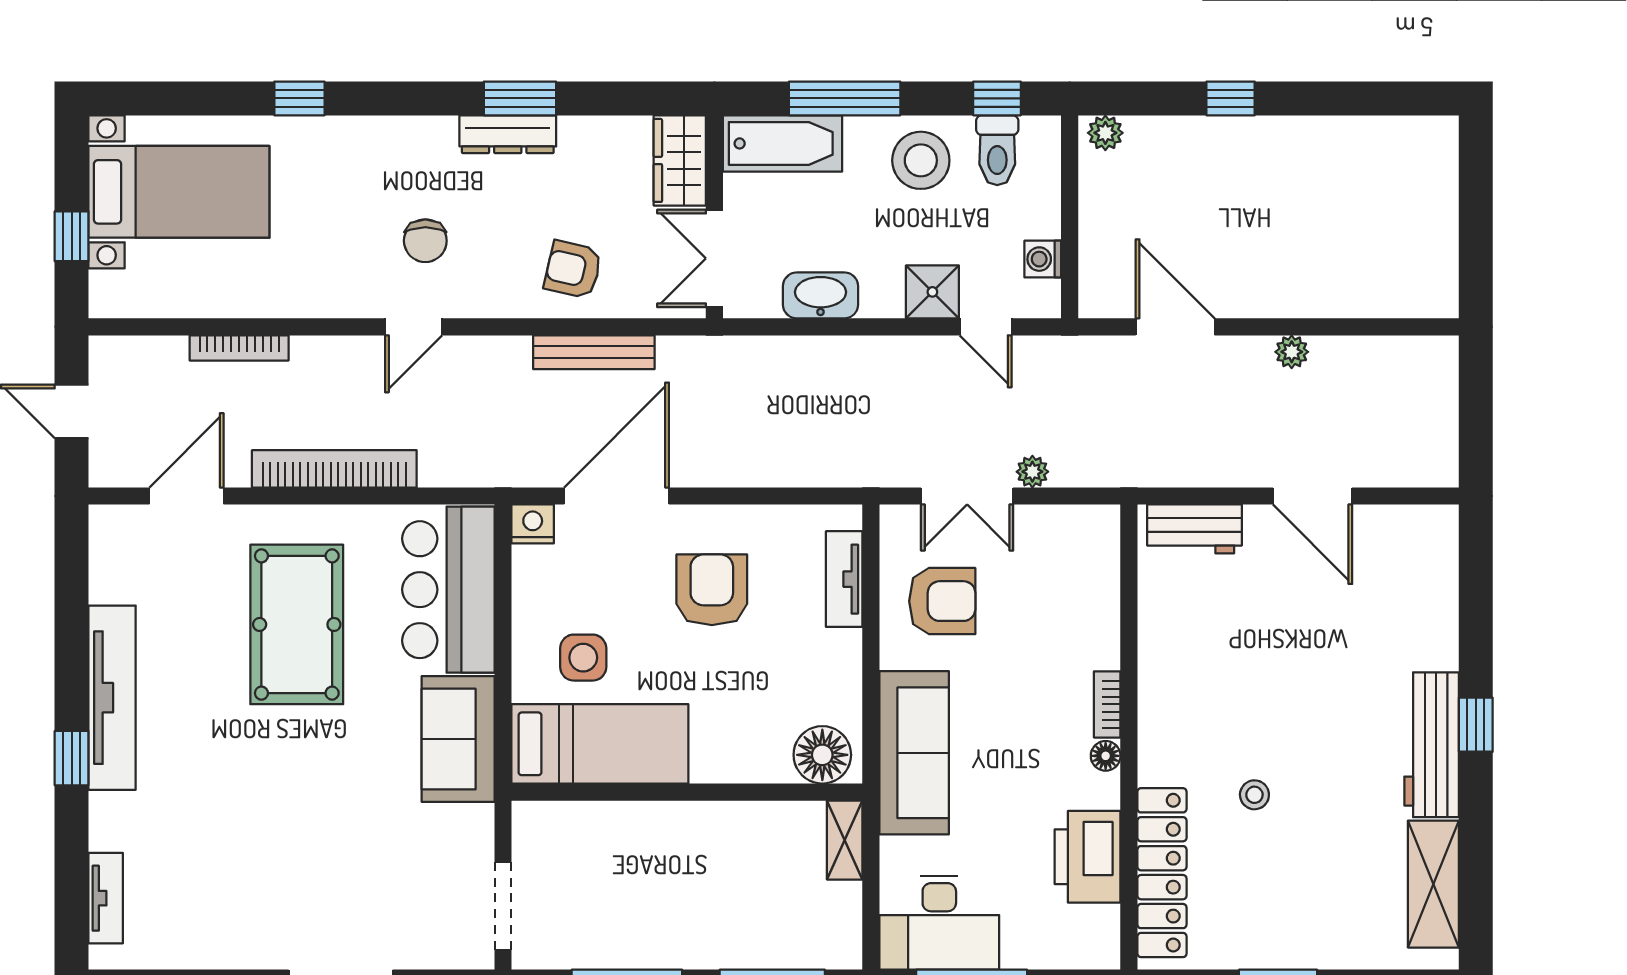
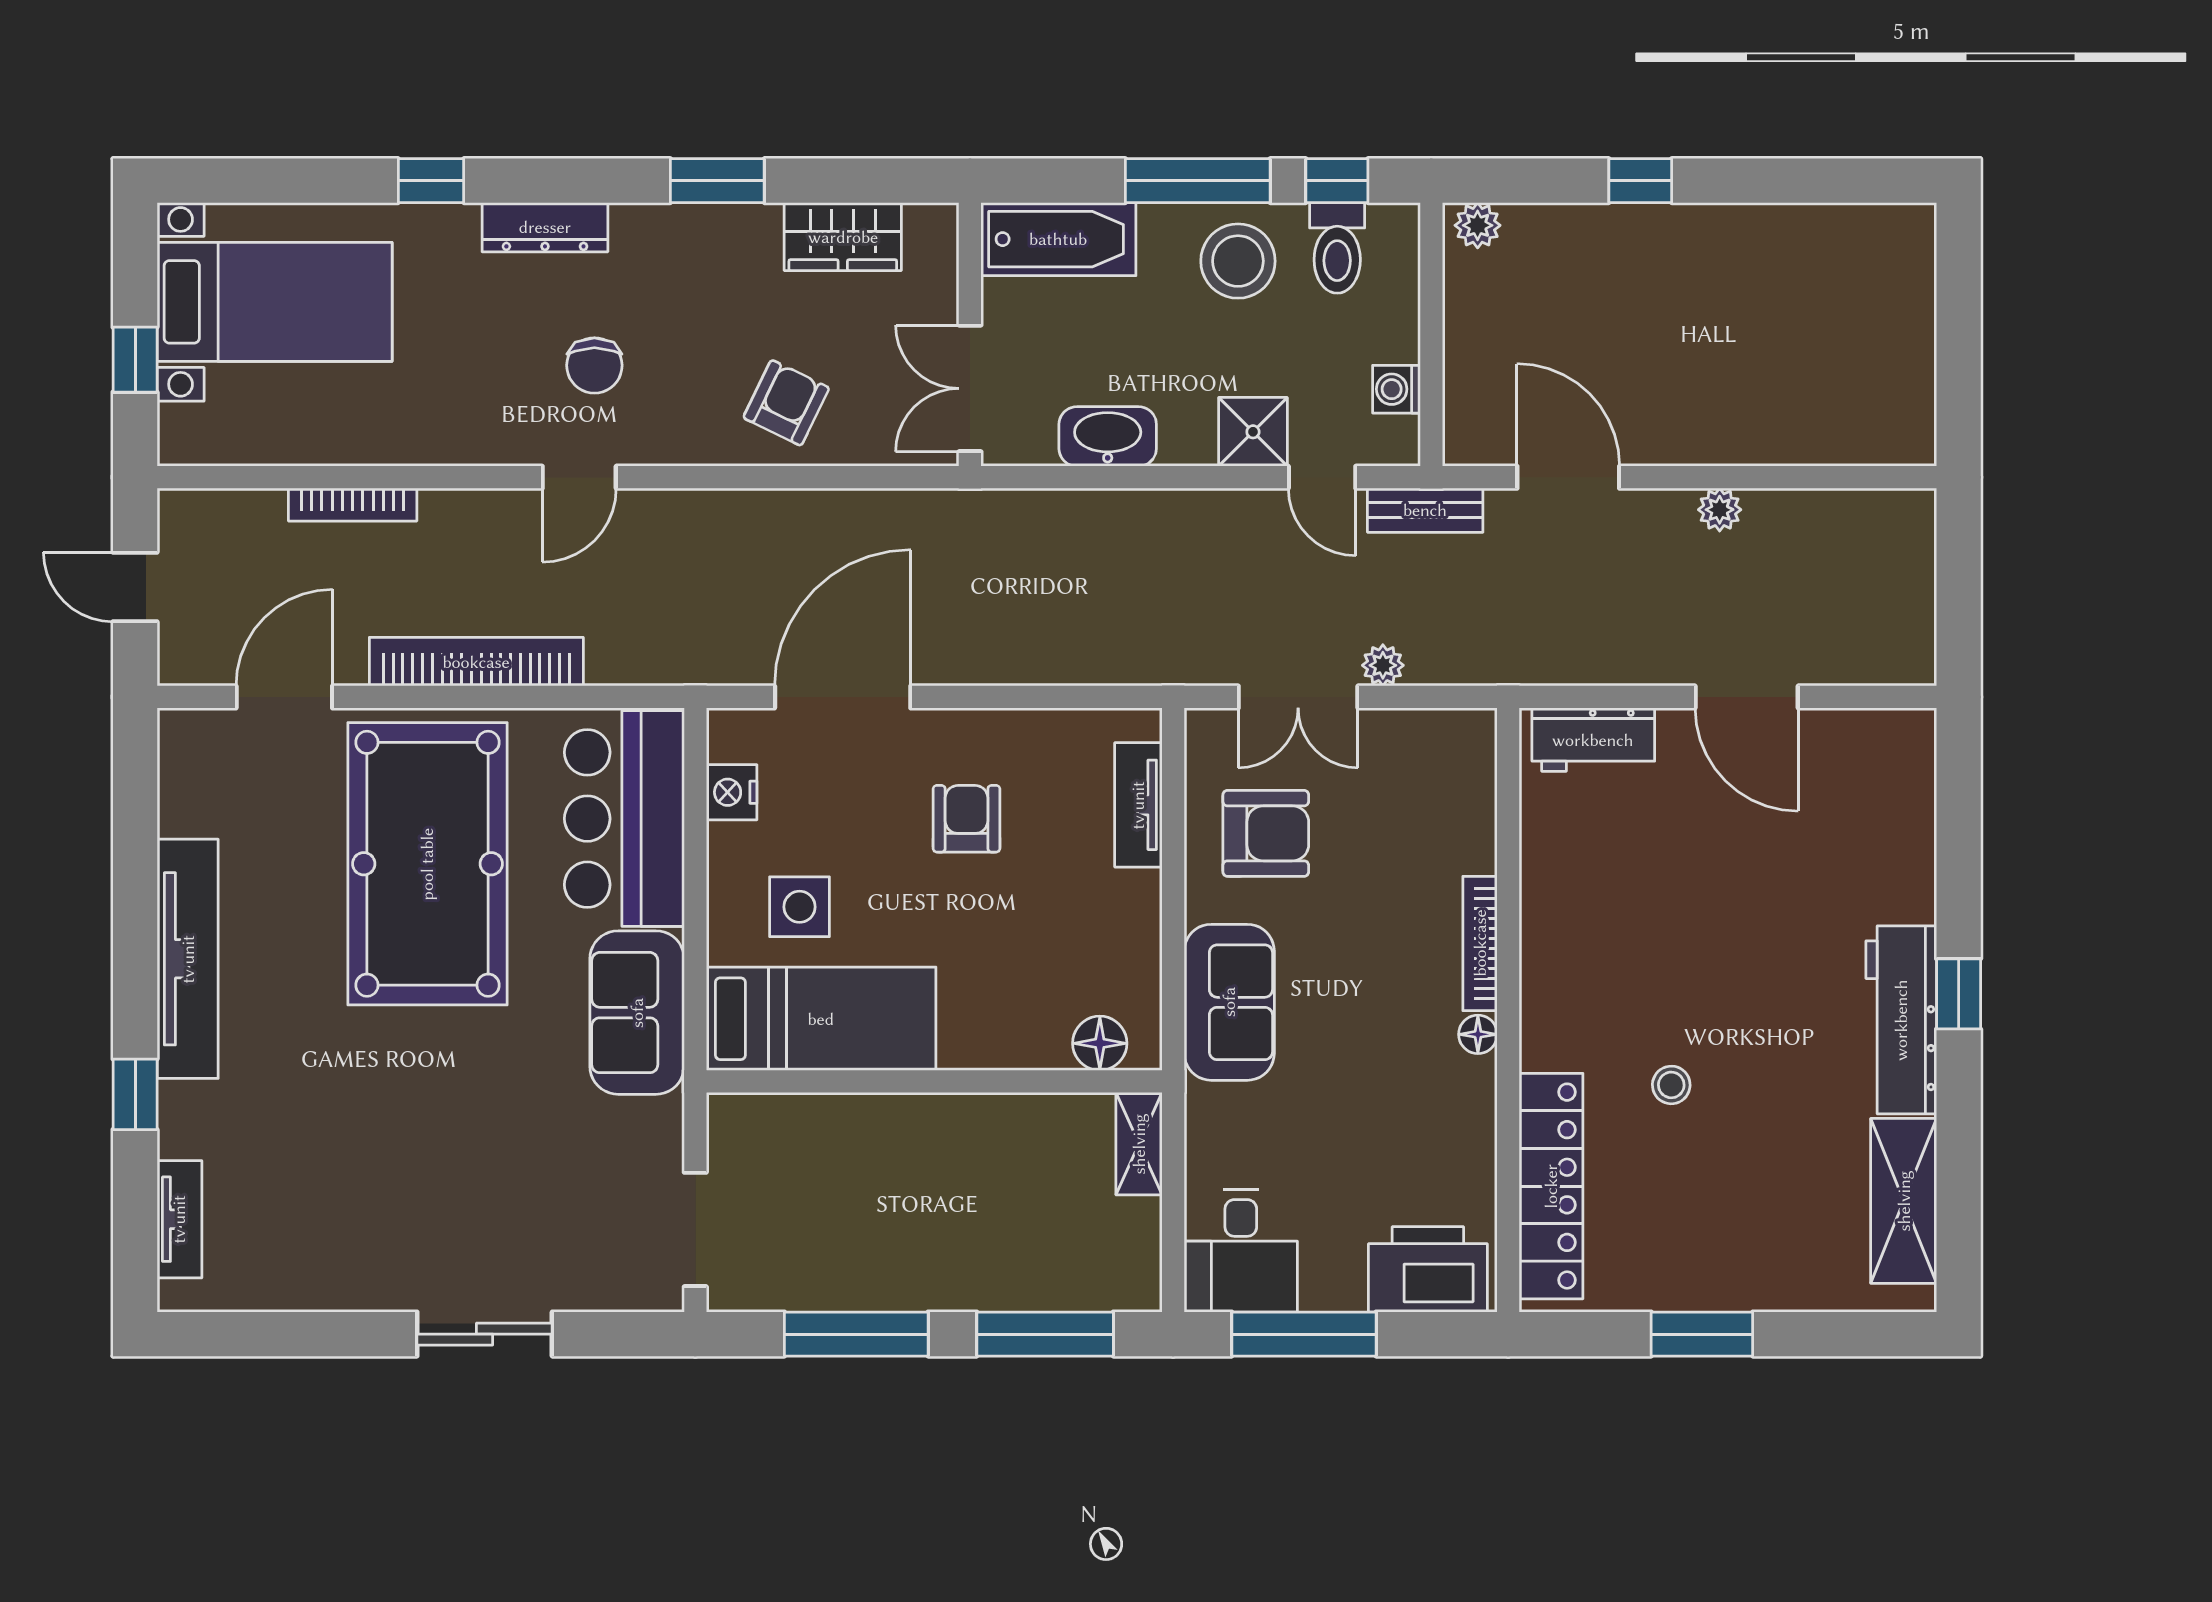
window: (845, 98) -> (1198, 181), moved
dresser: (508, 134) -> (545, 227), moved
wardrobe: (680, 160) -> (843, 237), moved, turned -90
armchair: (573, 270) -> (786, 403), turned 103
bench: (594, 352) -> (1425, 510), moved, width x0.73
nightstand: (533, 524) -> (732, 792), moved, turned -90
armchair: (712, 590) -> (967, 819), width x0.72, depth x0.72
pool table: (297, 624) -> (427, 864), width x1.36, depth x1.32
bookcase: (1107, 704) -> (1480, 943), width x1.56
sofa: (914, 753) -> (1229, 1002), width x0.73
floor lamp: (822, 755) -> (1100, 1043), width x0.73, depth x0.73
window: (72, 758) -> (135, 1094), moved
printer: (1088, 857) -> (1428, 1269), moved, turned 90
desk: (939, 923) -> (1241, 1251), width x0.73

